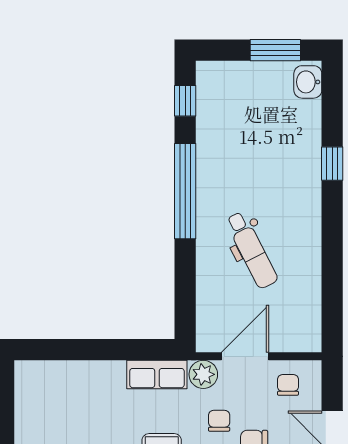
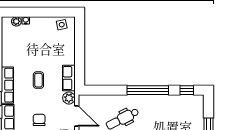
side table: (33, 391) -> (62, 25), added
chair: (219, 421) -> (49, 105), removed

